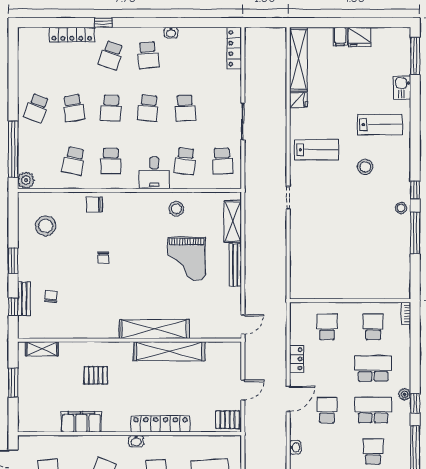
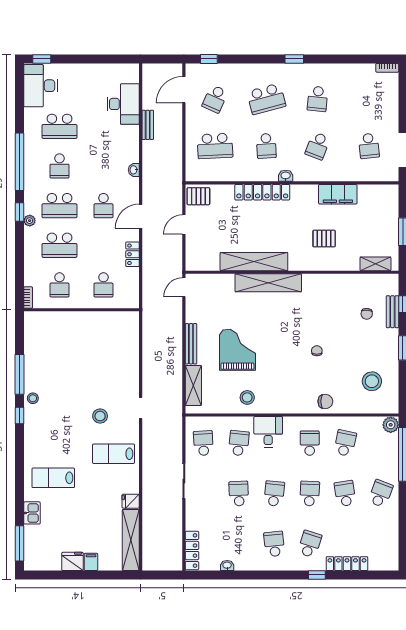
washbasin: (171, 33) -> (227, 565), moved
stool: (365, 167) -> (100, 416), moved

